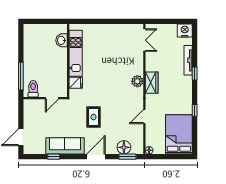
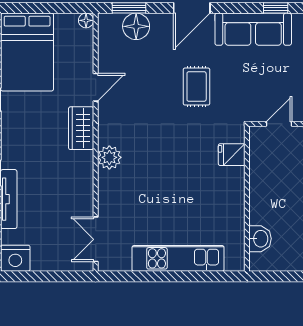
kitchen unit: (76, 53) -> (178, 258), moved, turned 90
wardrobe: (152, 83) -> (81, 128), moved

